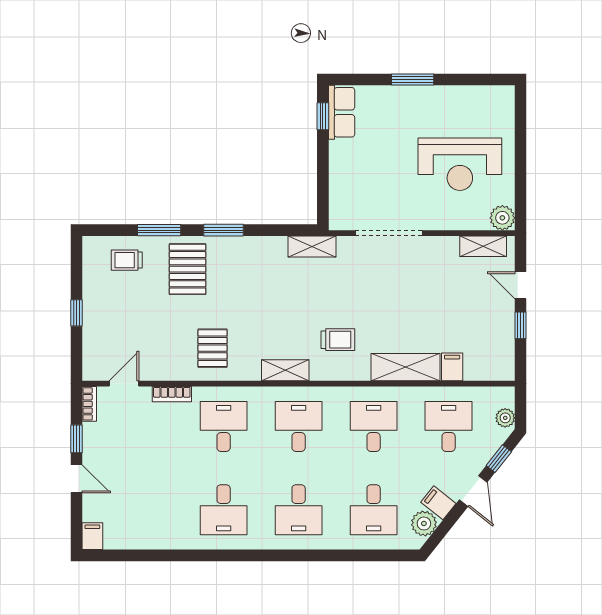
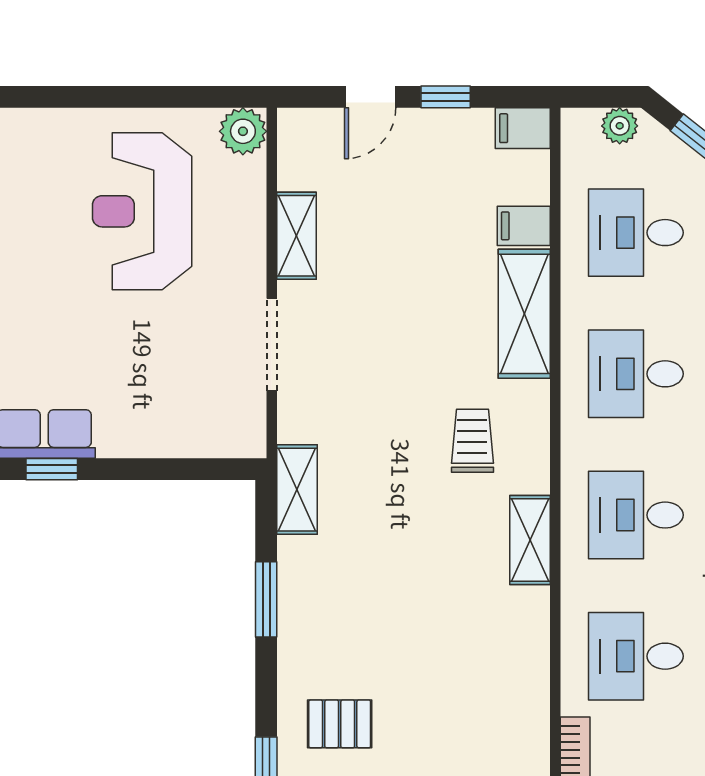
reception desk: (460, 164) -> (142, 211), turned 180
window: (223, 230) -> (266, 599), moved
doorway: (389, 233) -> (272, 345), width x0.73
shelving: (483, 246) -> (296, 236), moved
pallet: (188, 269) -> (340, 724), width x0.67, depth x0.71
pallet: (213, 348) -> (488, 677), removed
filing cabinet: (504, 366) -> (523, 128), added

